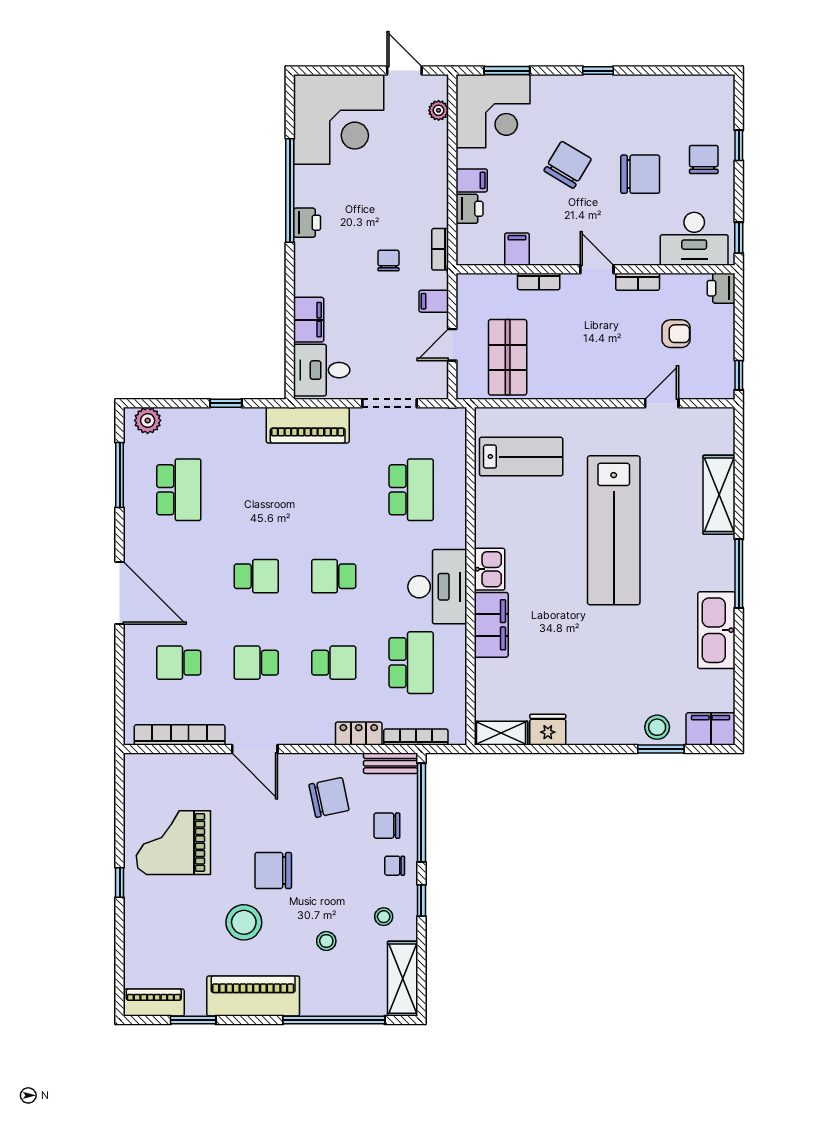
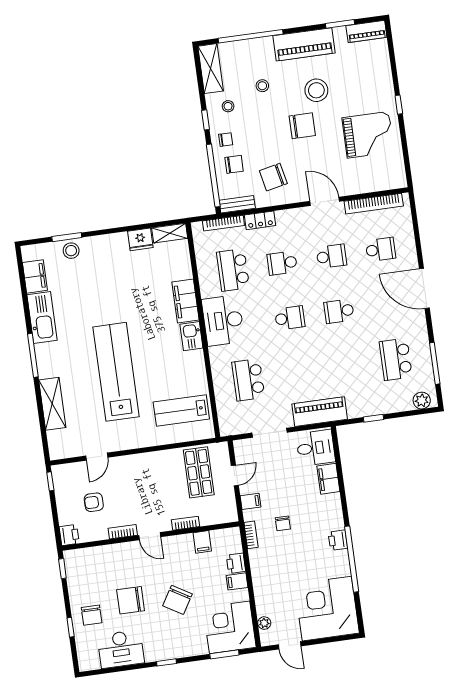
desk: (694, 239) -> (121, 649), moved, turned 180
filing cabinet: (711, 729) -> (35, 276), moved, turned -90

